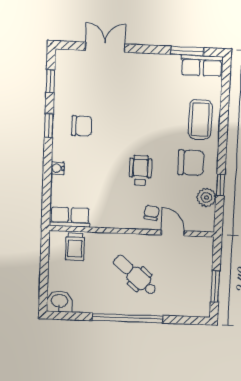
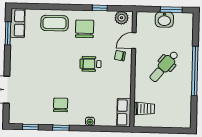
plant: (206, 197) -> (122, 18), moved
washbasin: (59, 301) -> (164, 20), moved, turned -90

